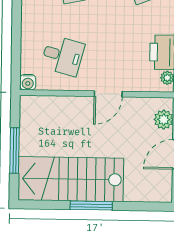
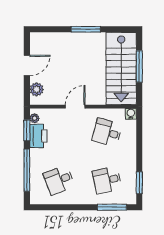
stairs: (71, 179) -> (121, 69), moved, turned 90

